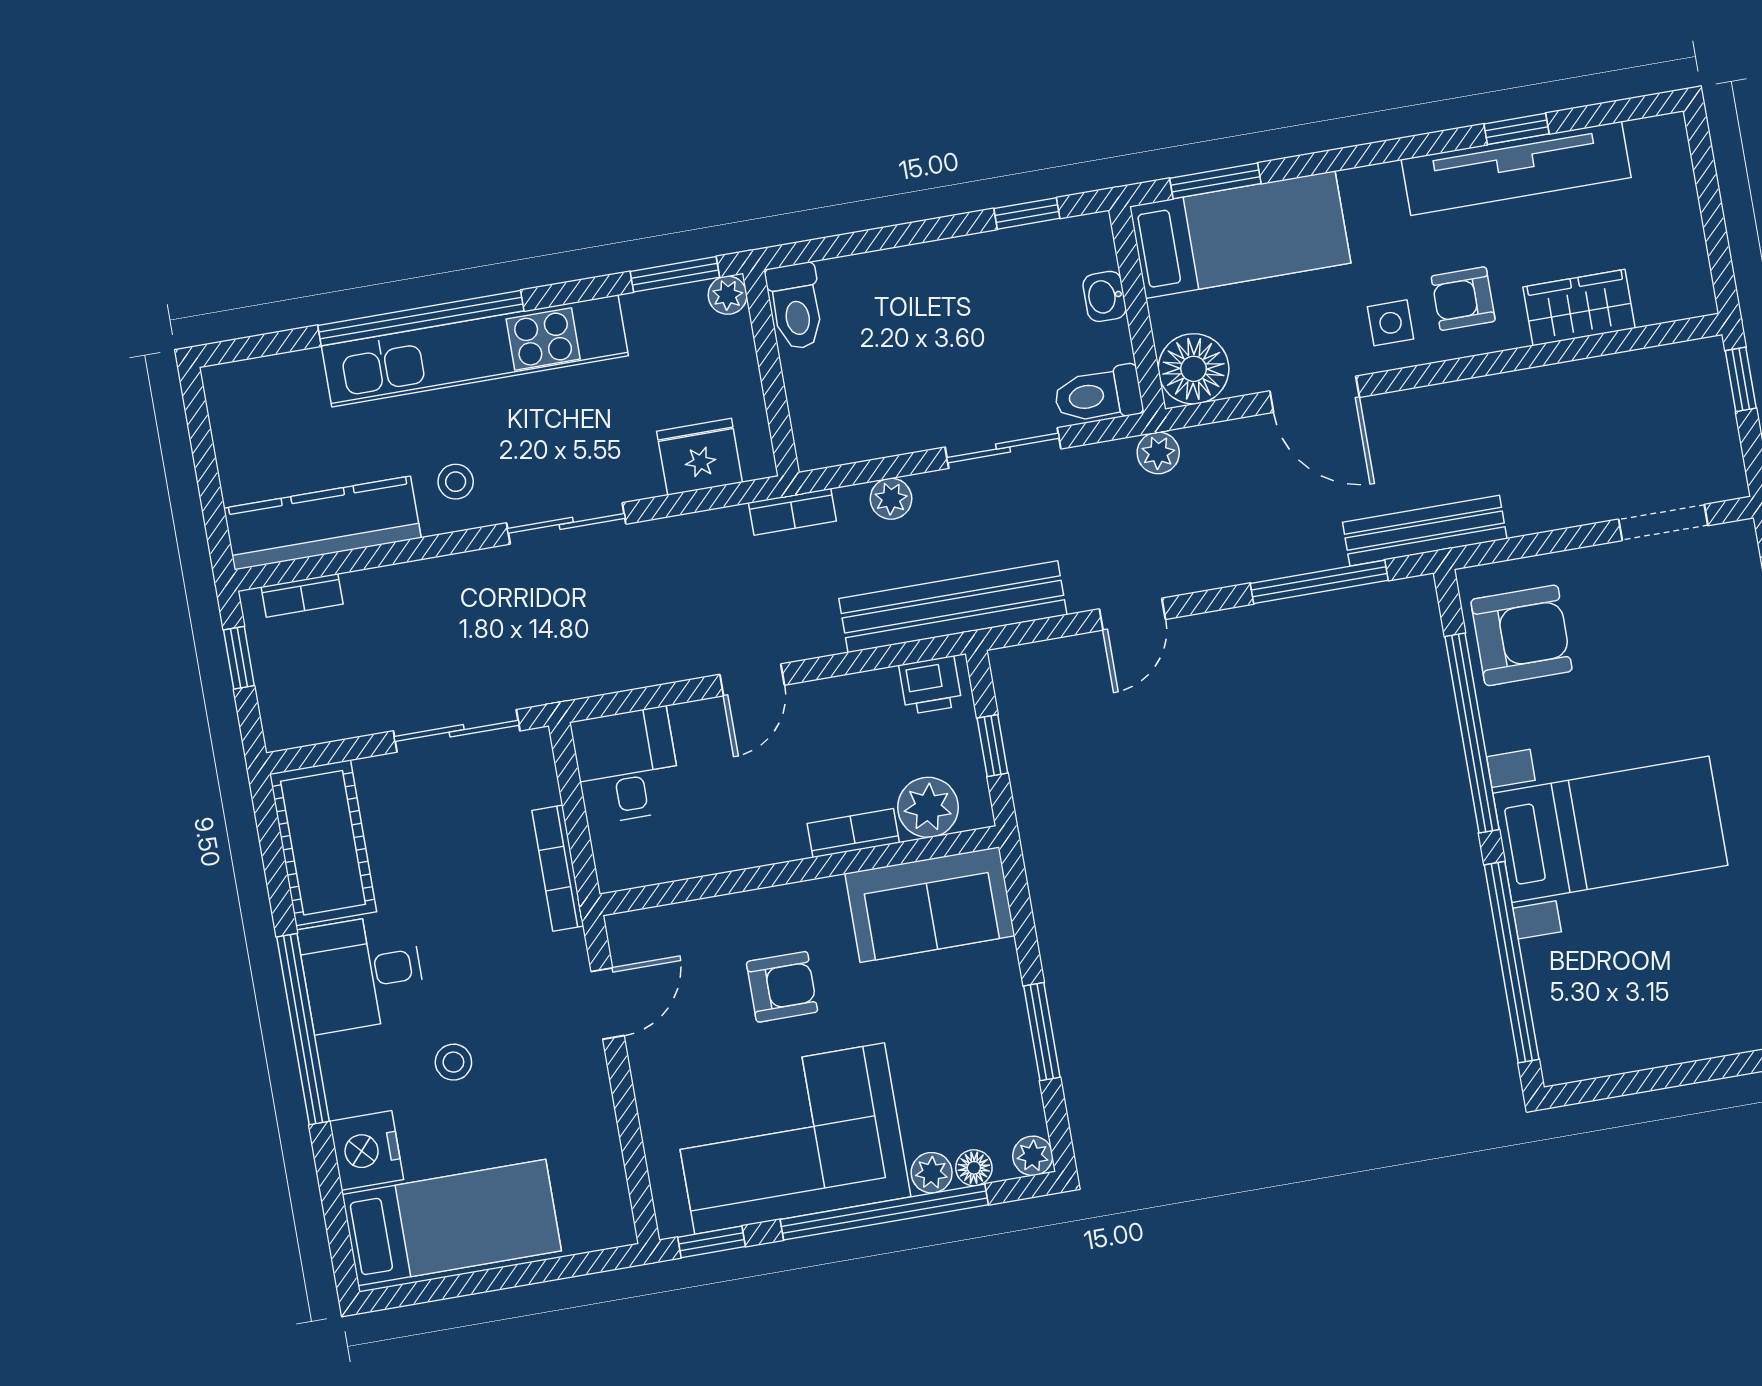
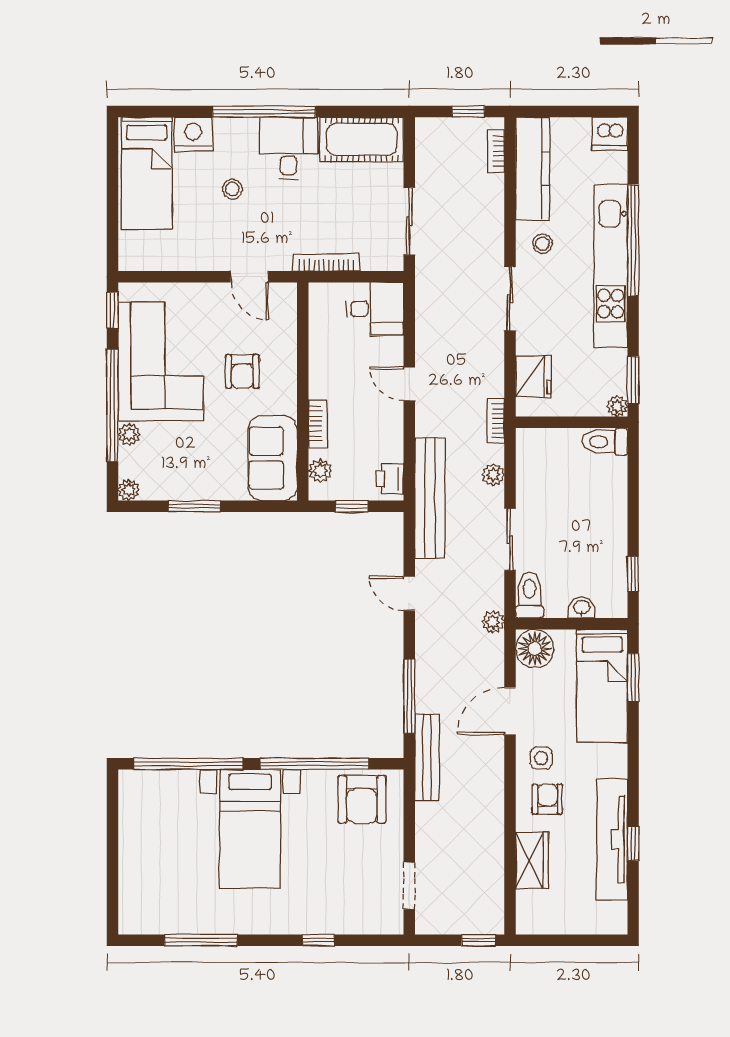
dishwasher: (235, 394) -> (610, 134), added
plant: (928, 807) -> (320, 471), width x0.73, depth x0.73
floor lamp: (974, 1168) -> (128, 457), removed

